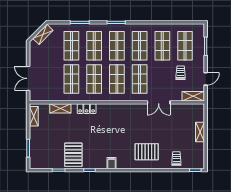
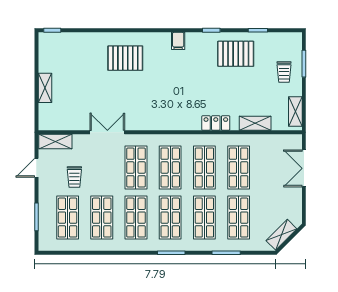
double door: (28, 78) -> (304, 168), swing flipped
pallet: (73, 155) -> (236, 54), turned 90
trolley: (176, 159) -> (284, 72), moved

